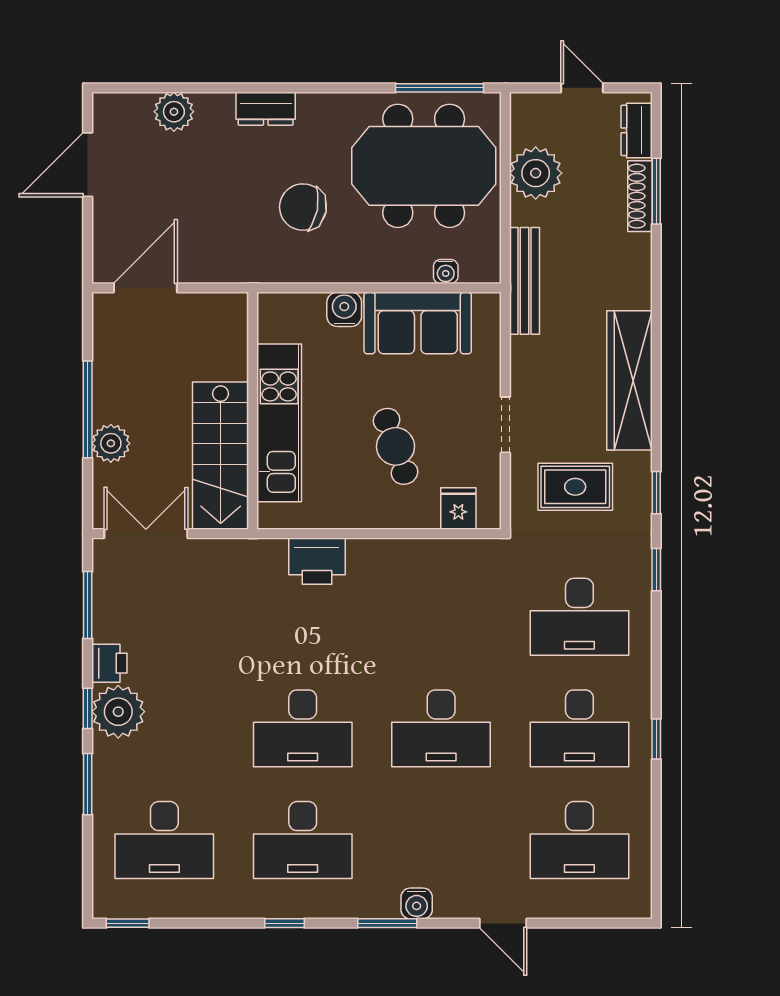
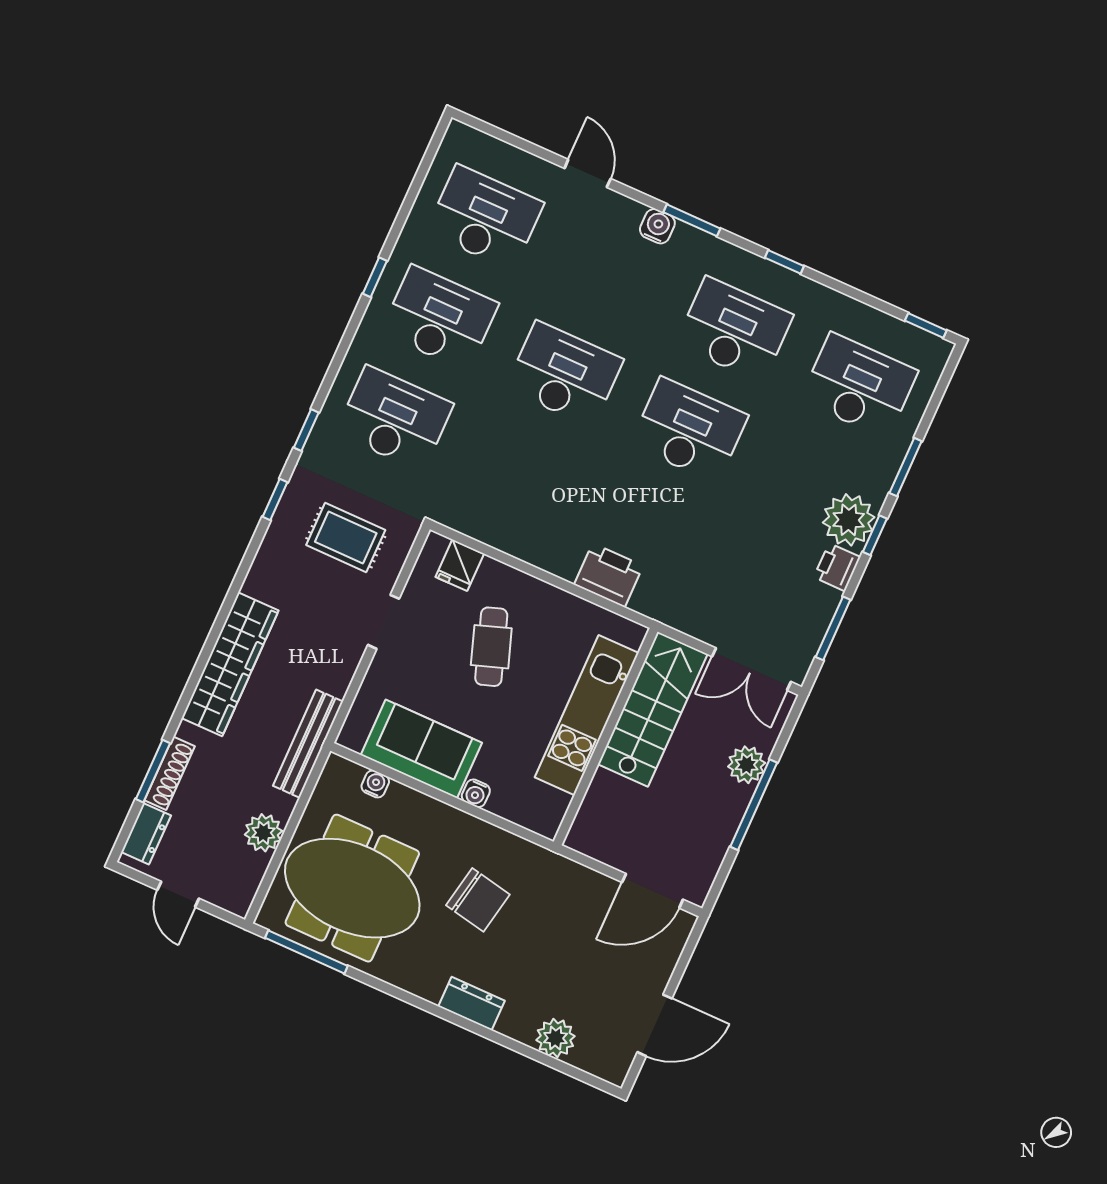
plant: (536, 173) -> (263, 833), width x0.73, depth x0.73
water cooler: (344, 309) -> (476, 793), width x0.72, depth x0.72
wardrobe: (629, 380) -> (230, 664), moved

